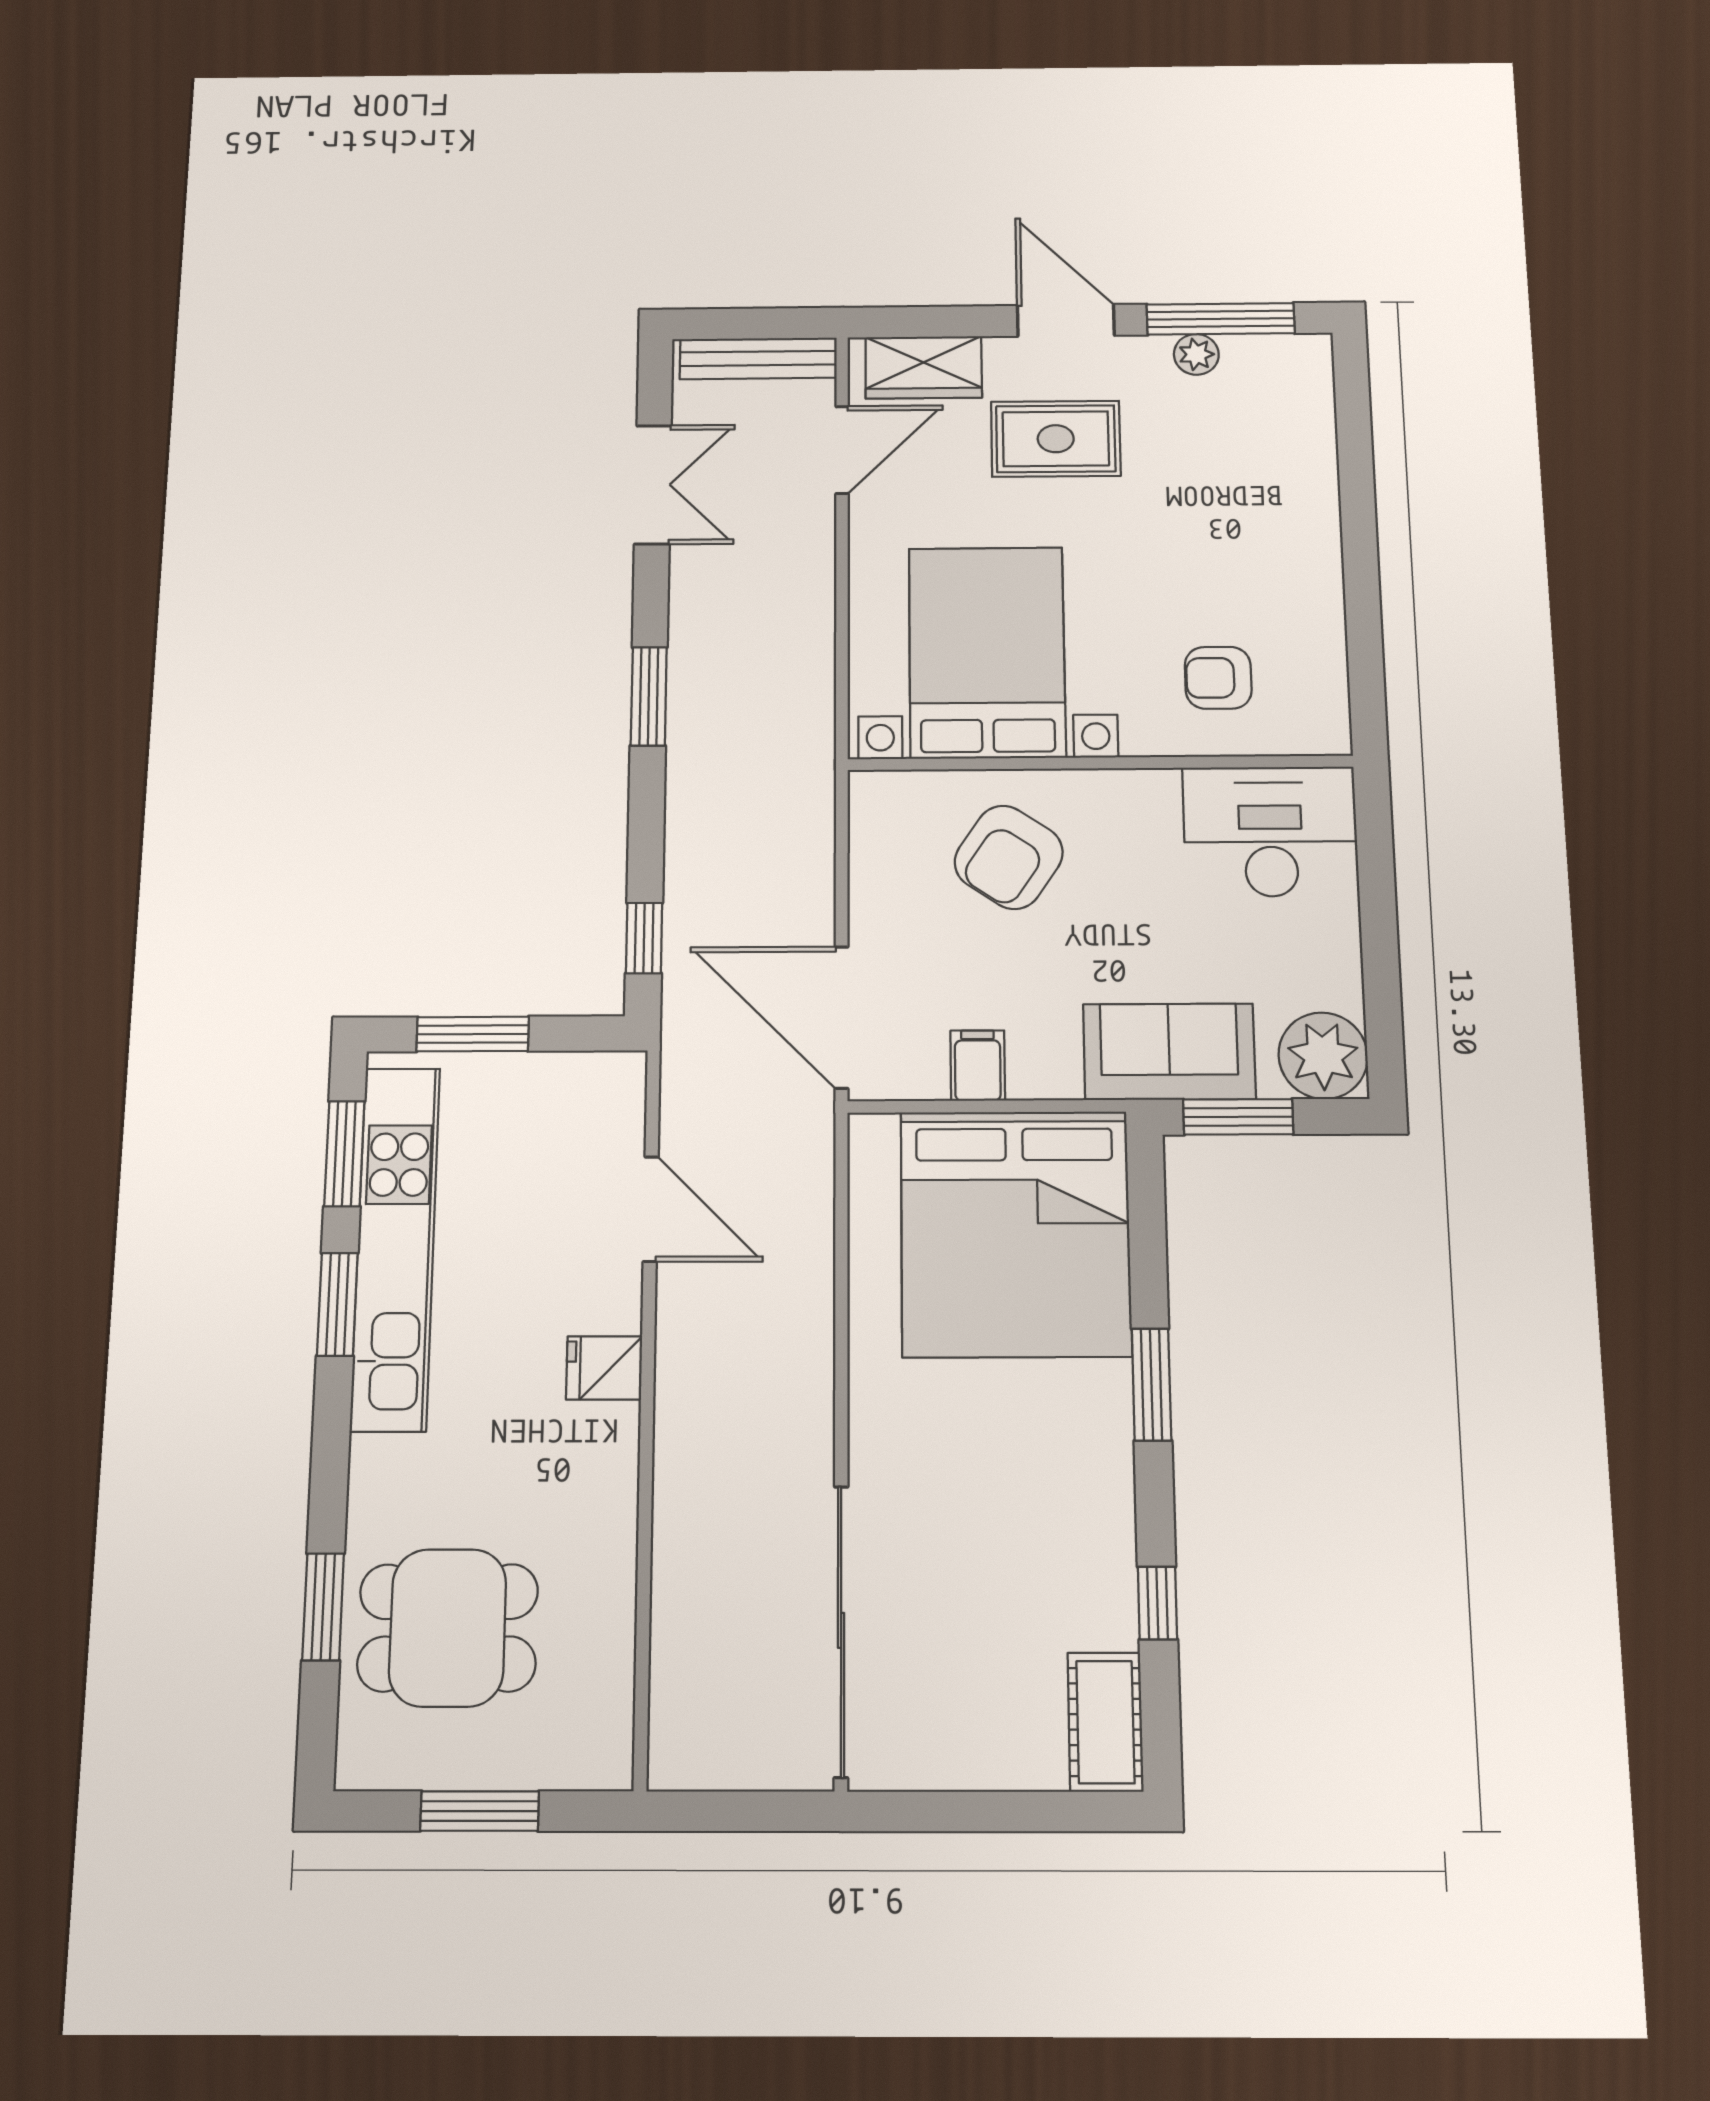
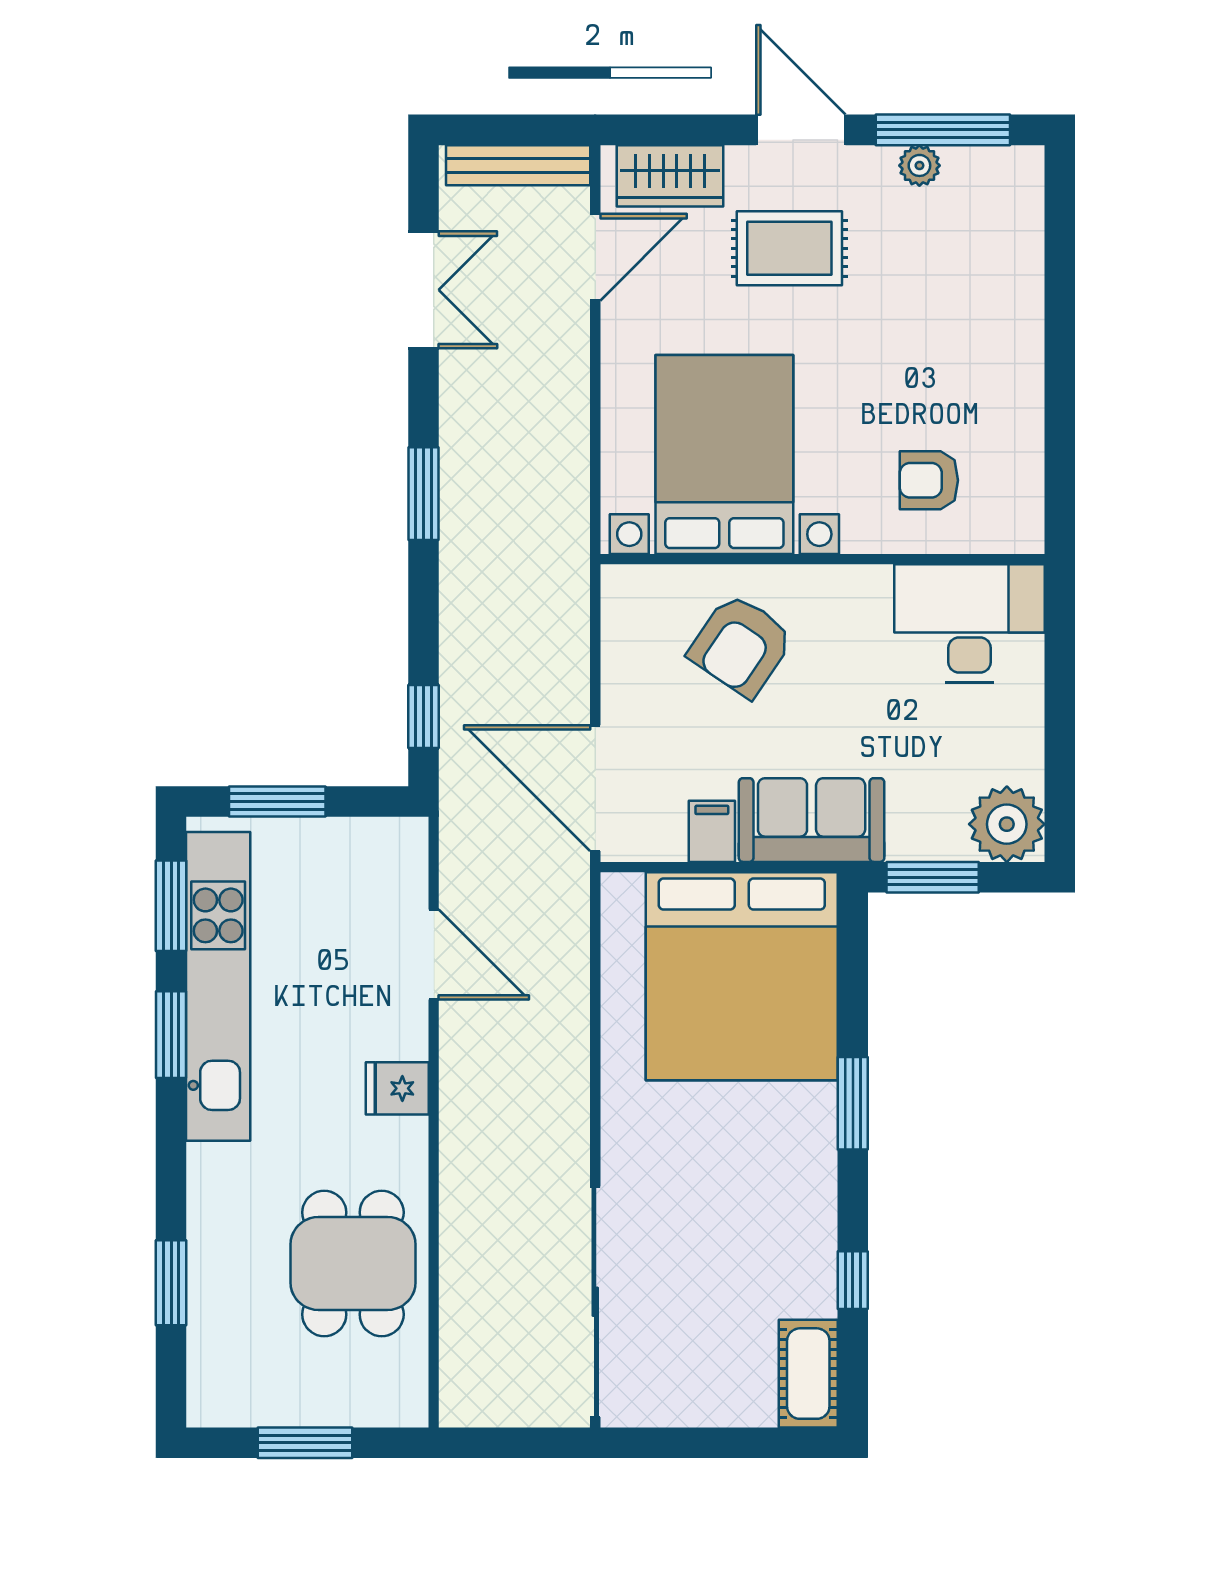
sofa: (1169, 1052) -> (812, 820), moved
dining table: (448, 1628) -> (353, 1263), moved, turned 90

